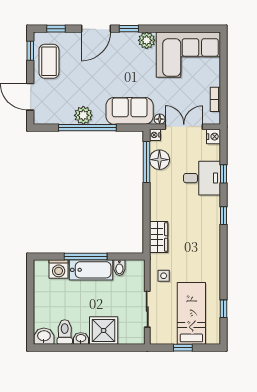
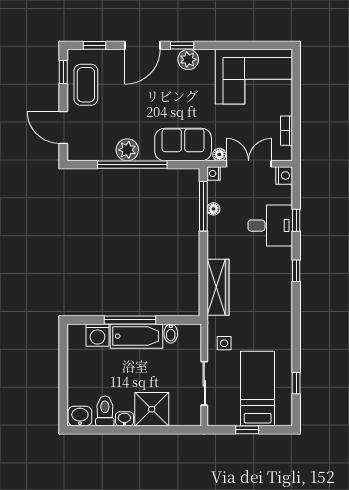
plant: (147, 40) -> (188, 59), moved
floor lamp: (159, 160) -> (213, 209), width x0.53, depth x0.53
wardrobe: (159, 237) -> (218, 287), width x1.50

